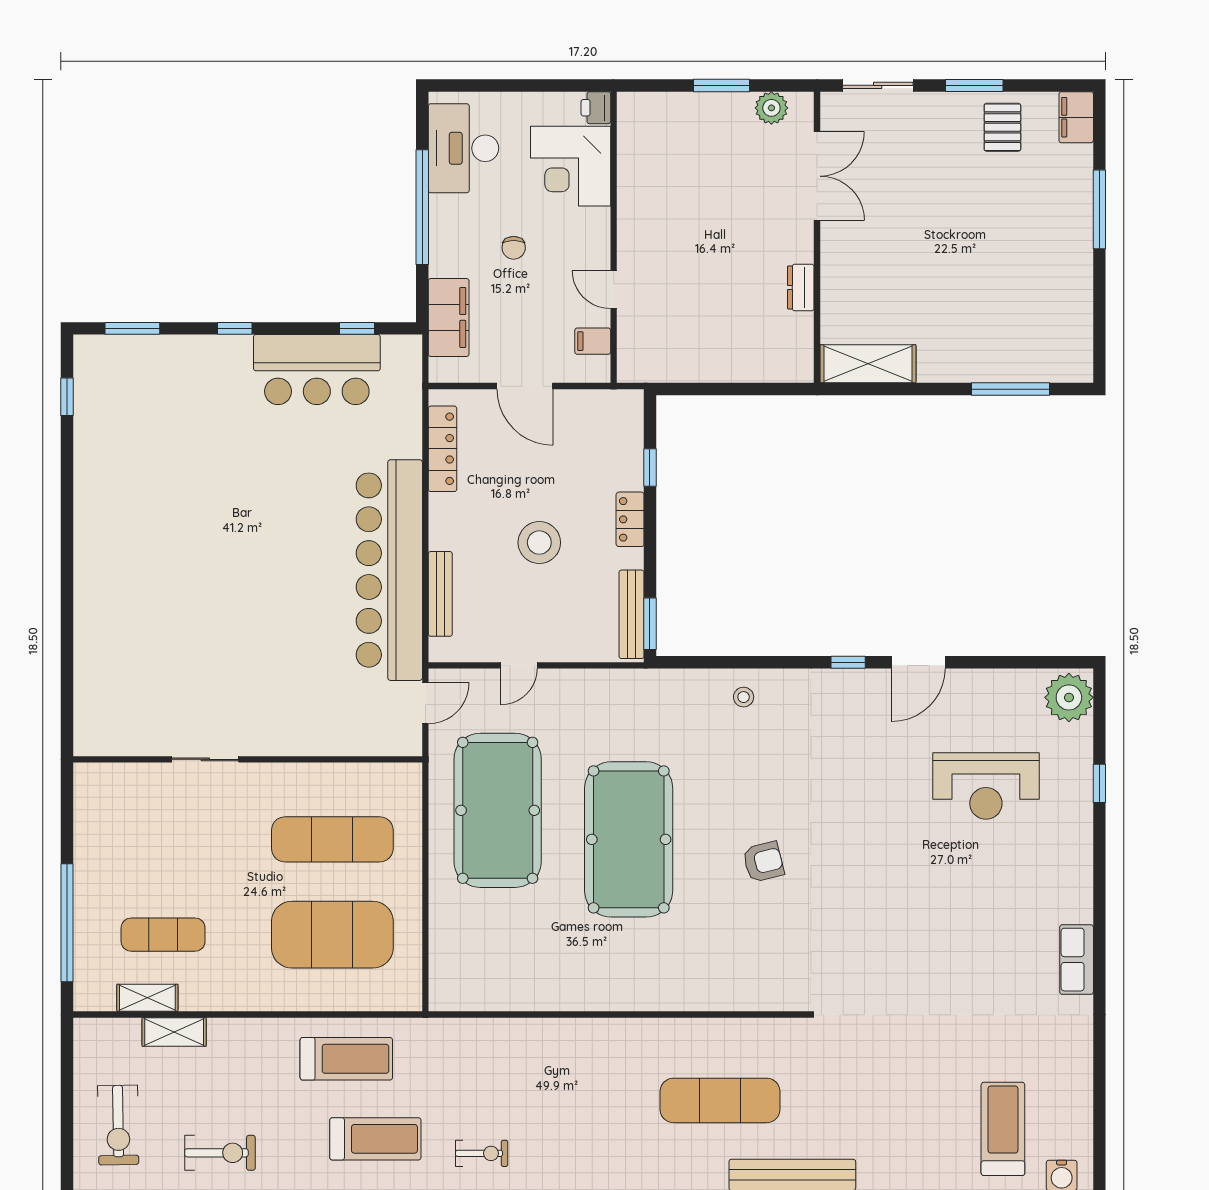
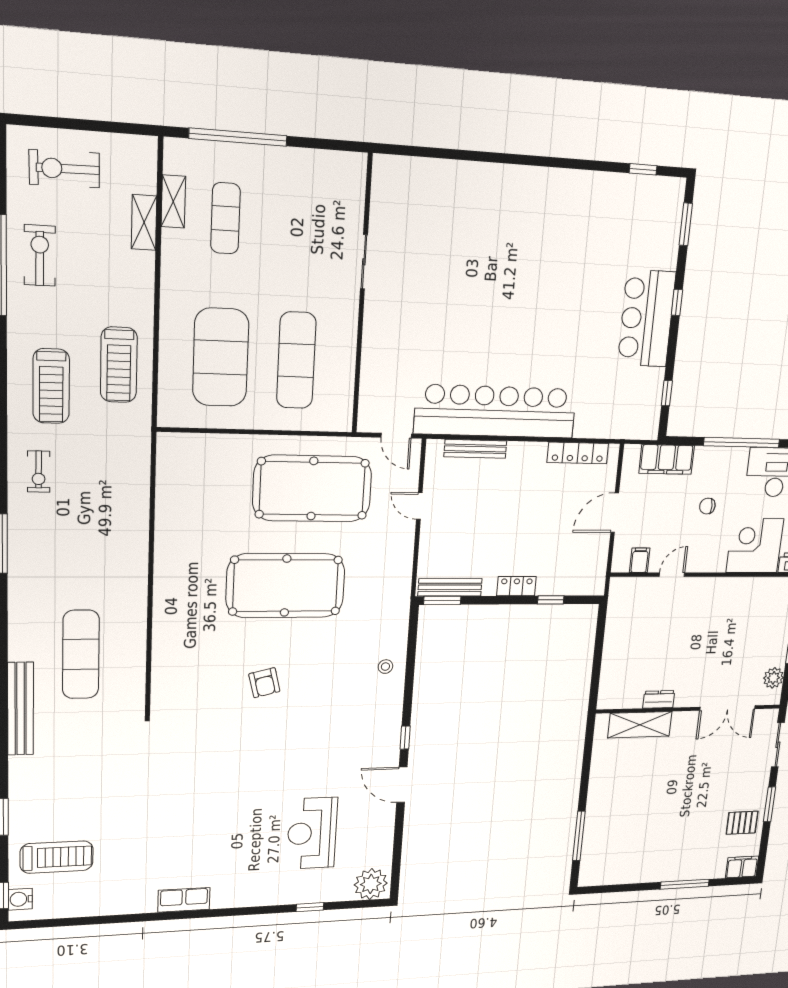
shelving: (868, 364) -> (640, 725), moved, turned 90
bar counter: (317, 370) -> (647, 318), moved
stool: (539, 543) -> (506, 522), removed
exercise bike: (220, 1153) -> (40, 255), turned 180

